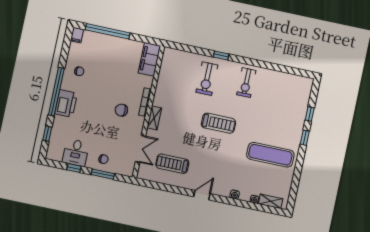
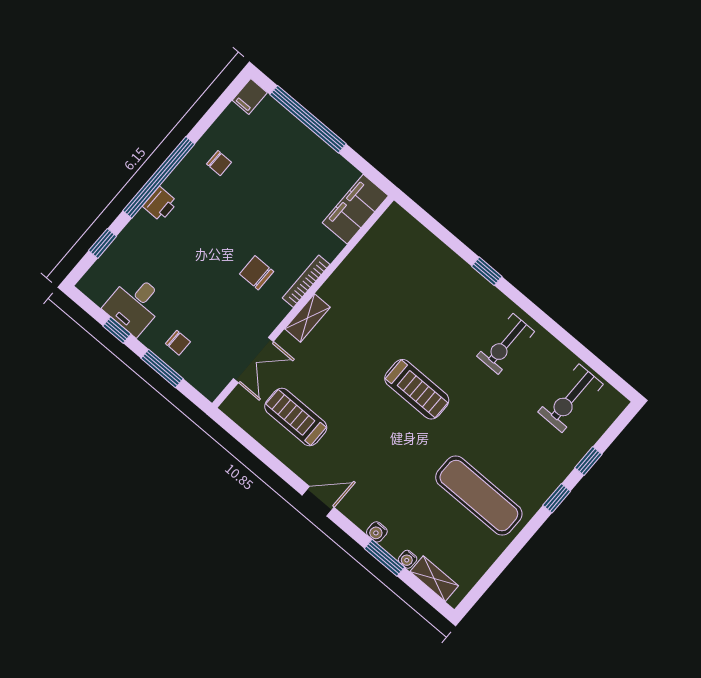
exercise bike: (207, 79) -> (571, 398), moved
printer: (66, 104) -> (160, 204), width x0.53, depth x0.68
window: (244, 204) -> (384, 558), added

